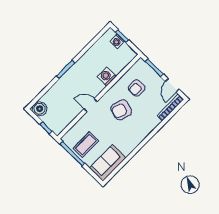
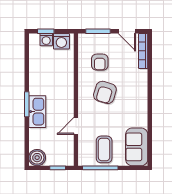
washing machine: (107, 77) -> (61, 41), moved, turned -90
kitchen sink: (68, 80) -> (37, 112), added
door: (90, 105) -> (76, 126), moved

